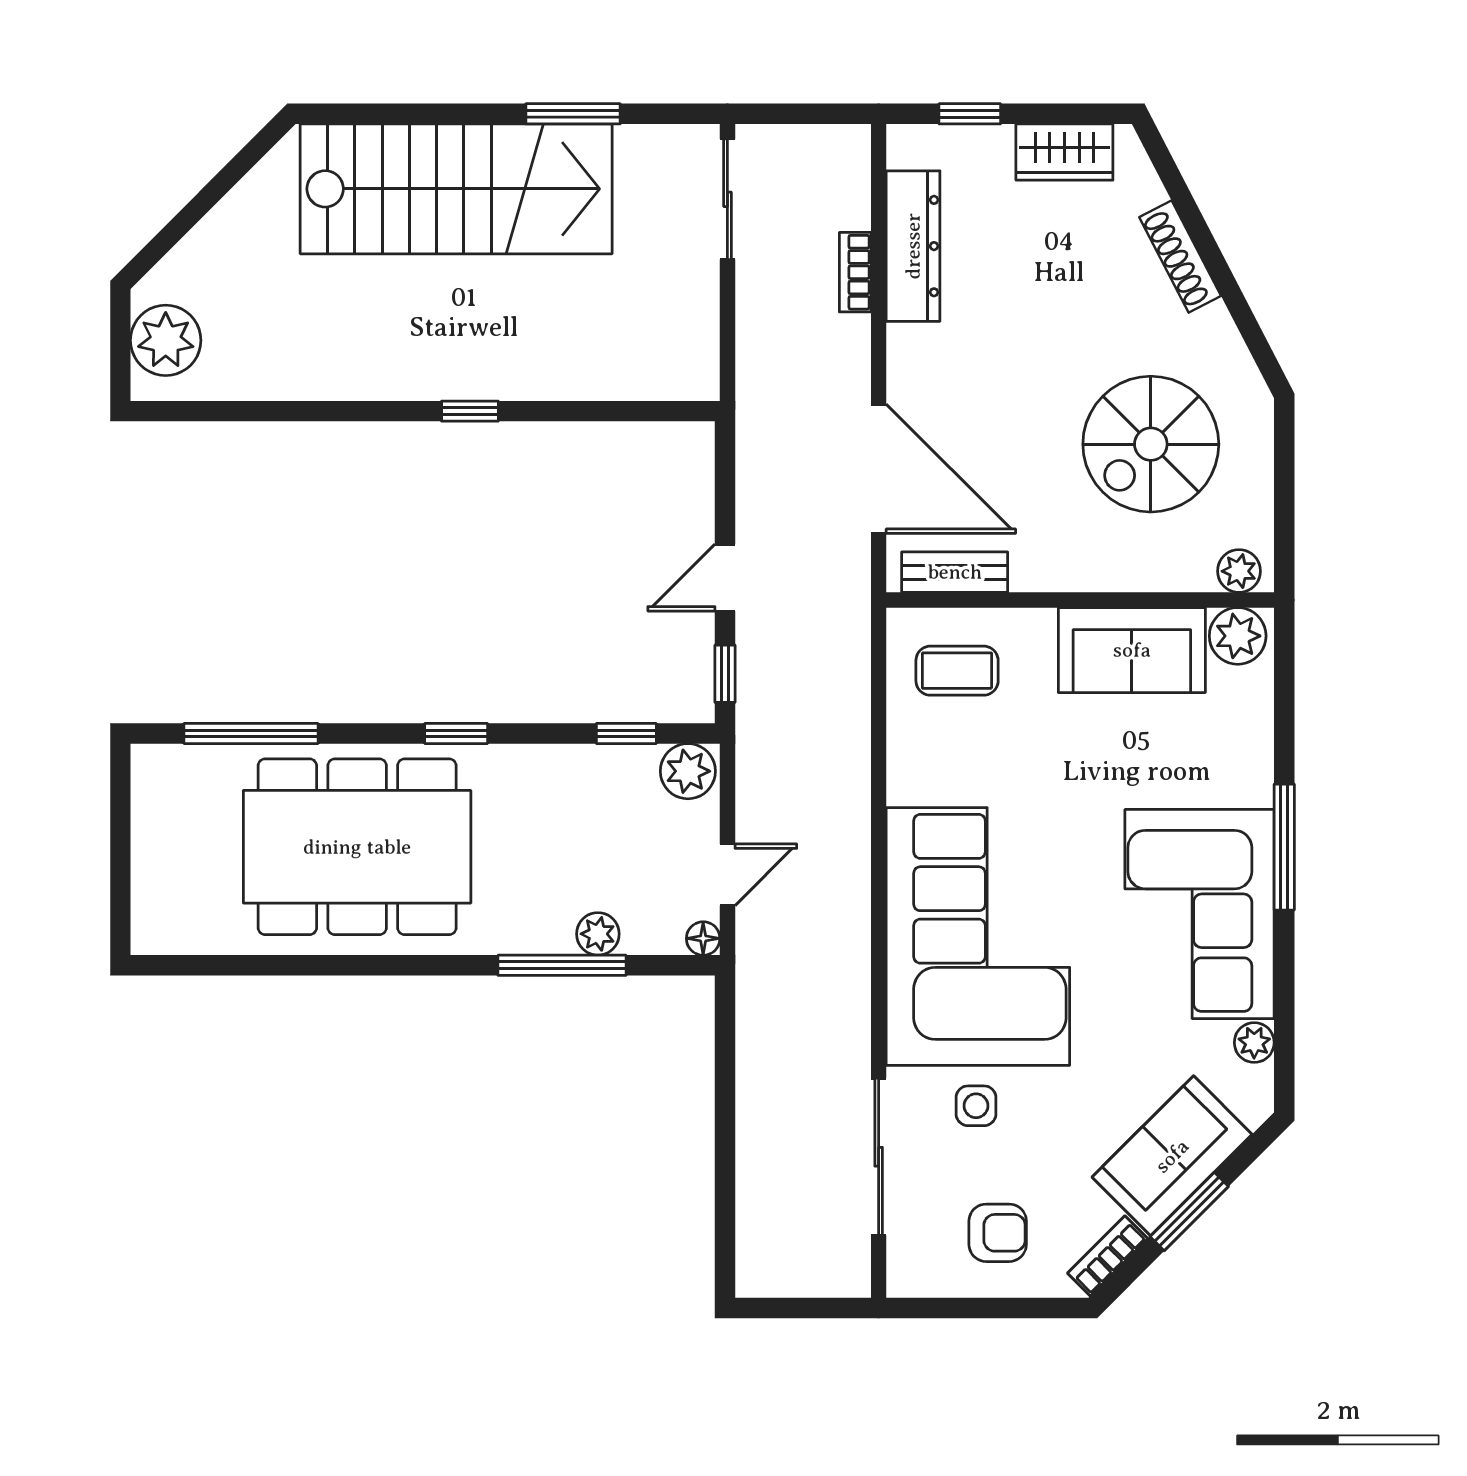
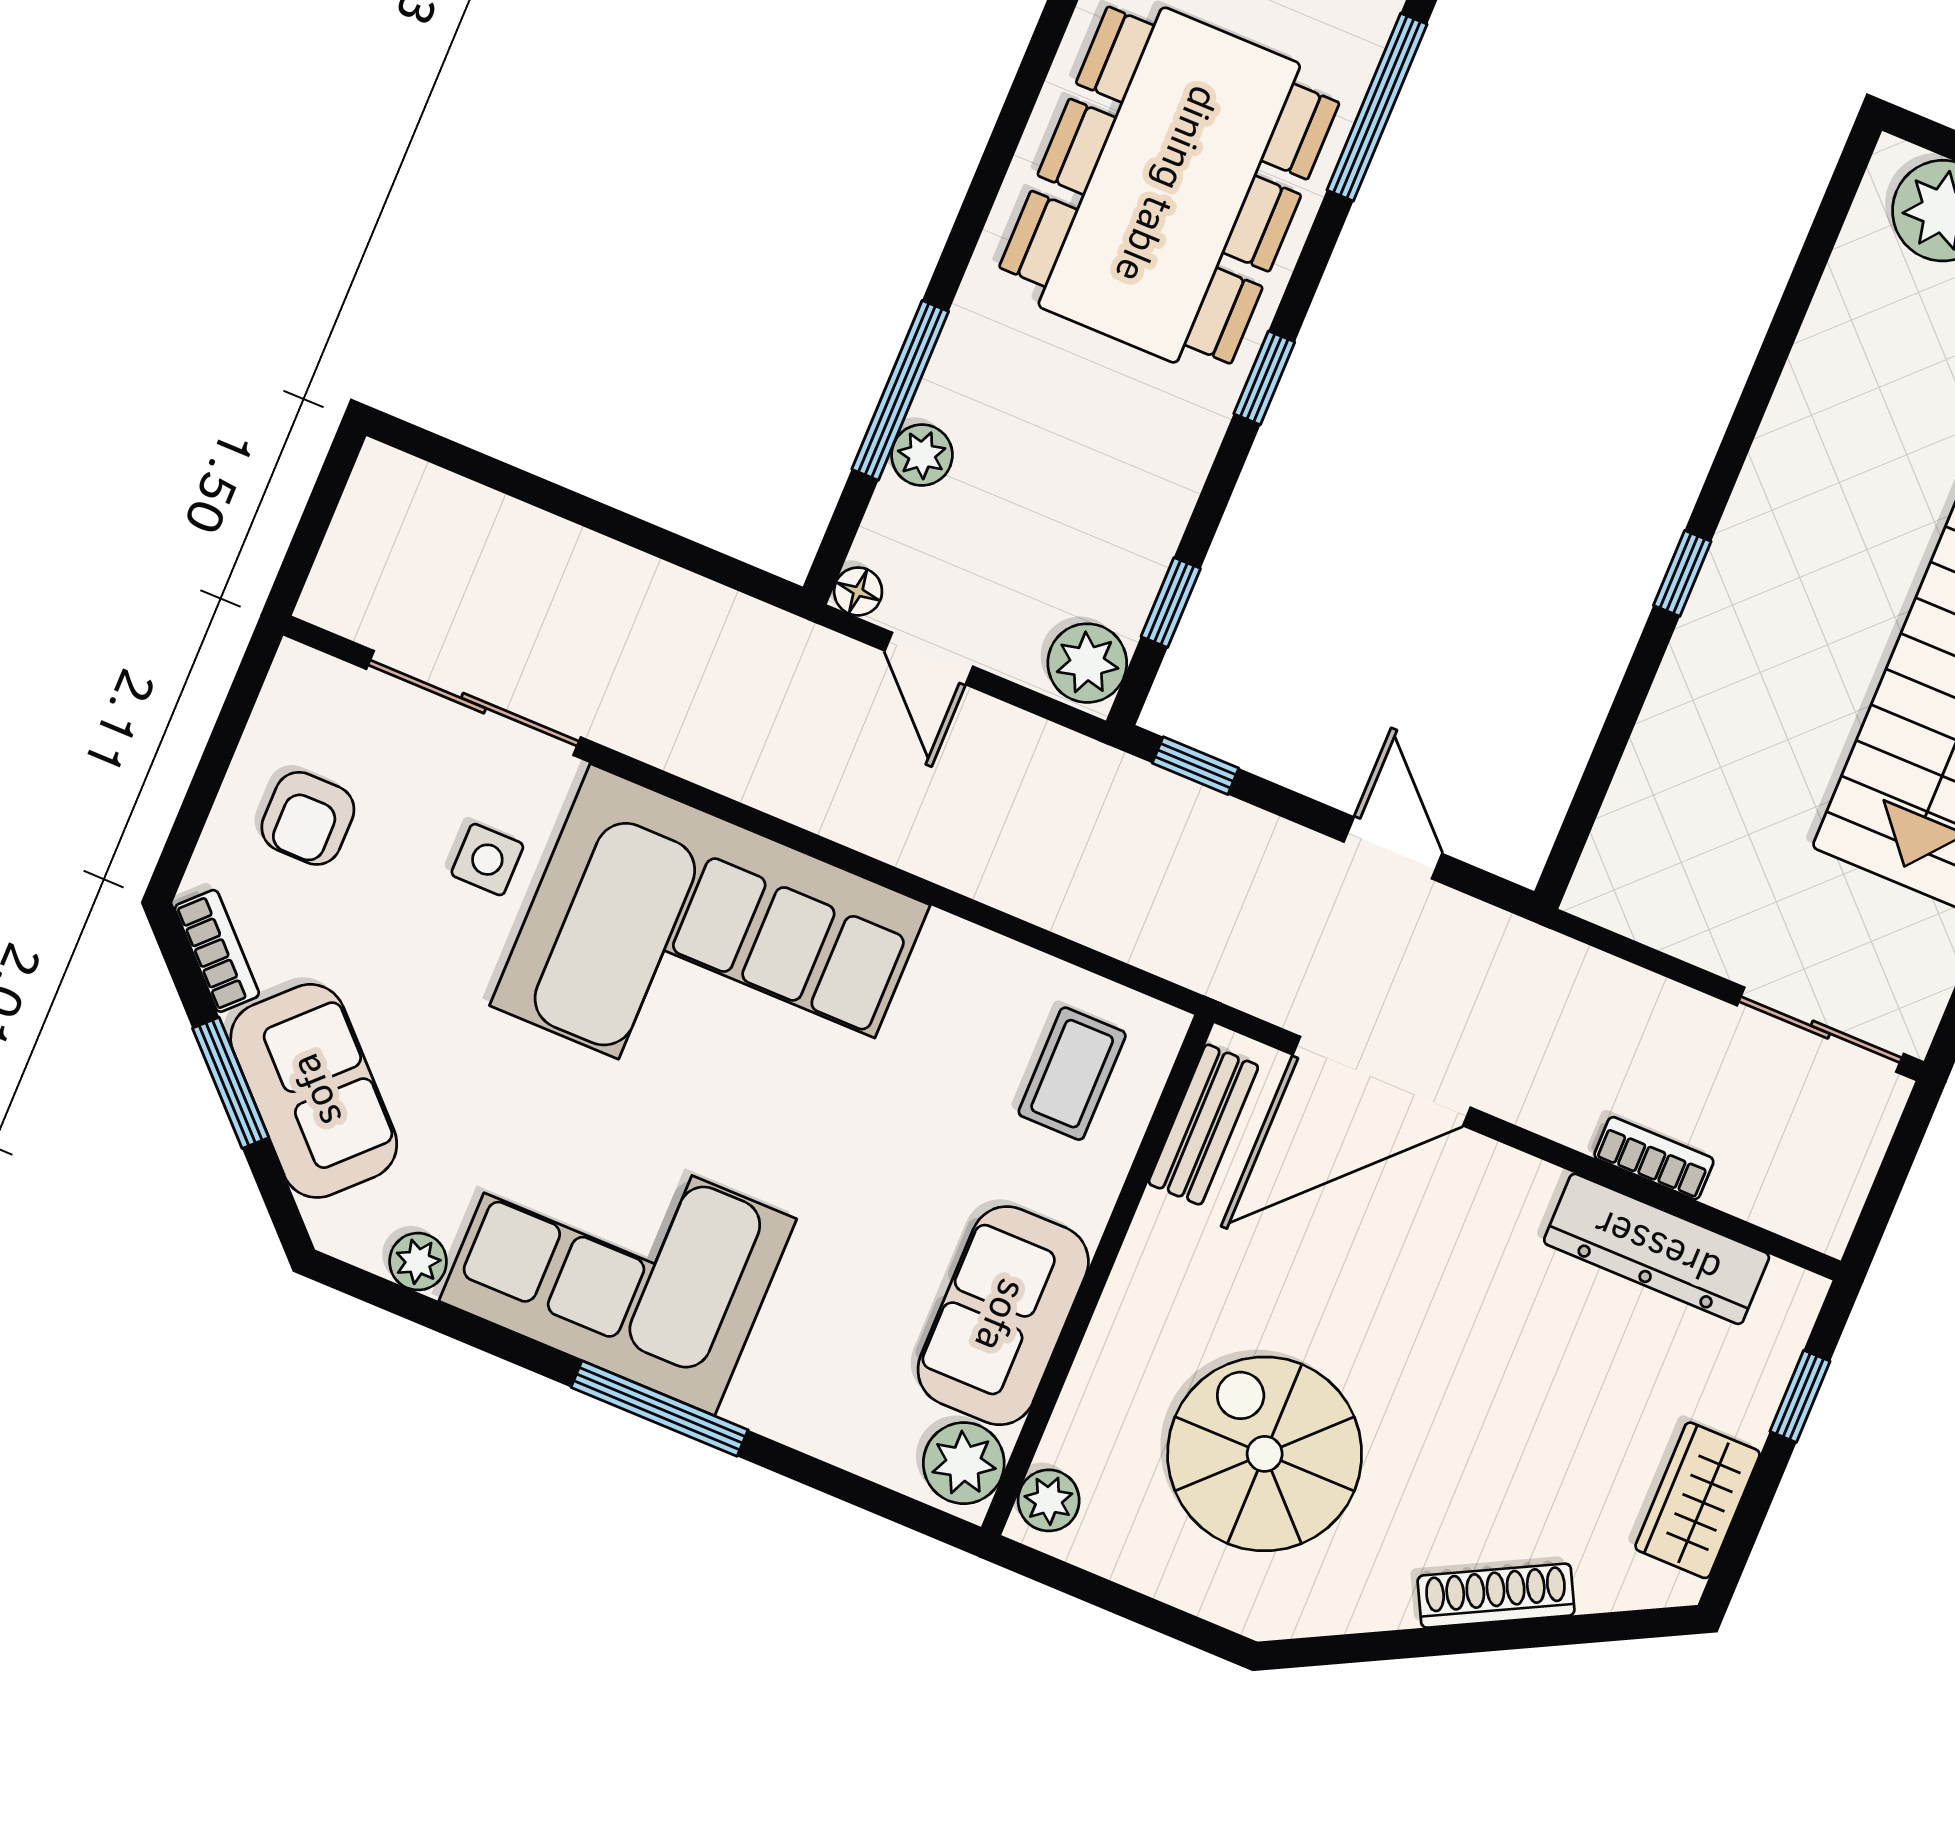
door: (725, 578) -> (1393, 848), moved

